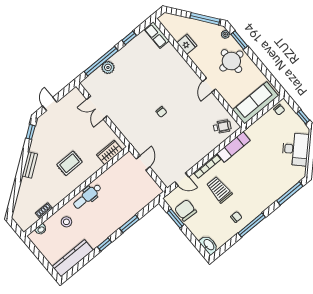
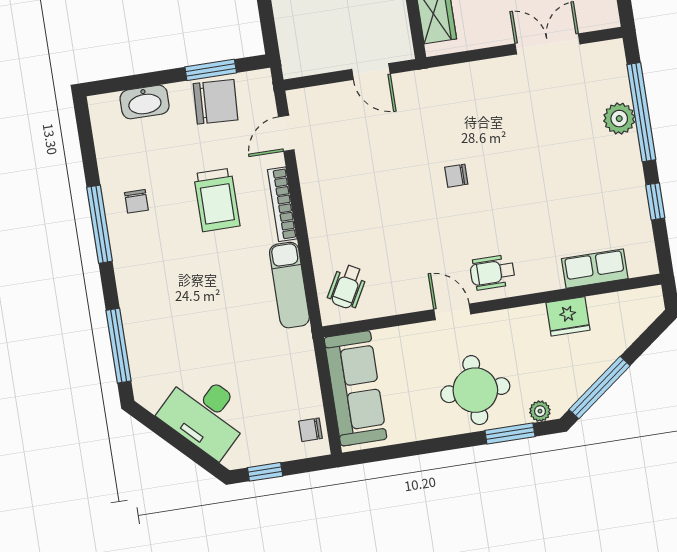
row of seats: (157, 35) -> (595, 269), moved
wheelchair: (187, 79) -> (492, 272), added
trolley: (219, 190) -> (217, 200), turned 90
washbasin: (209, 245) -> (145, 102), moved

